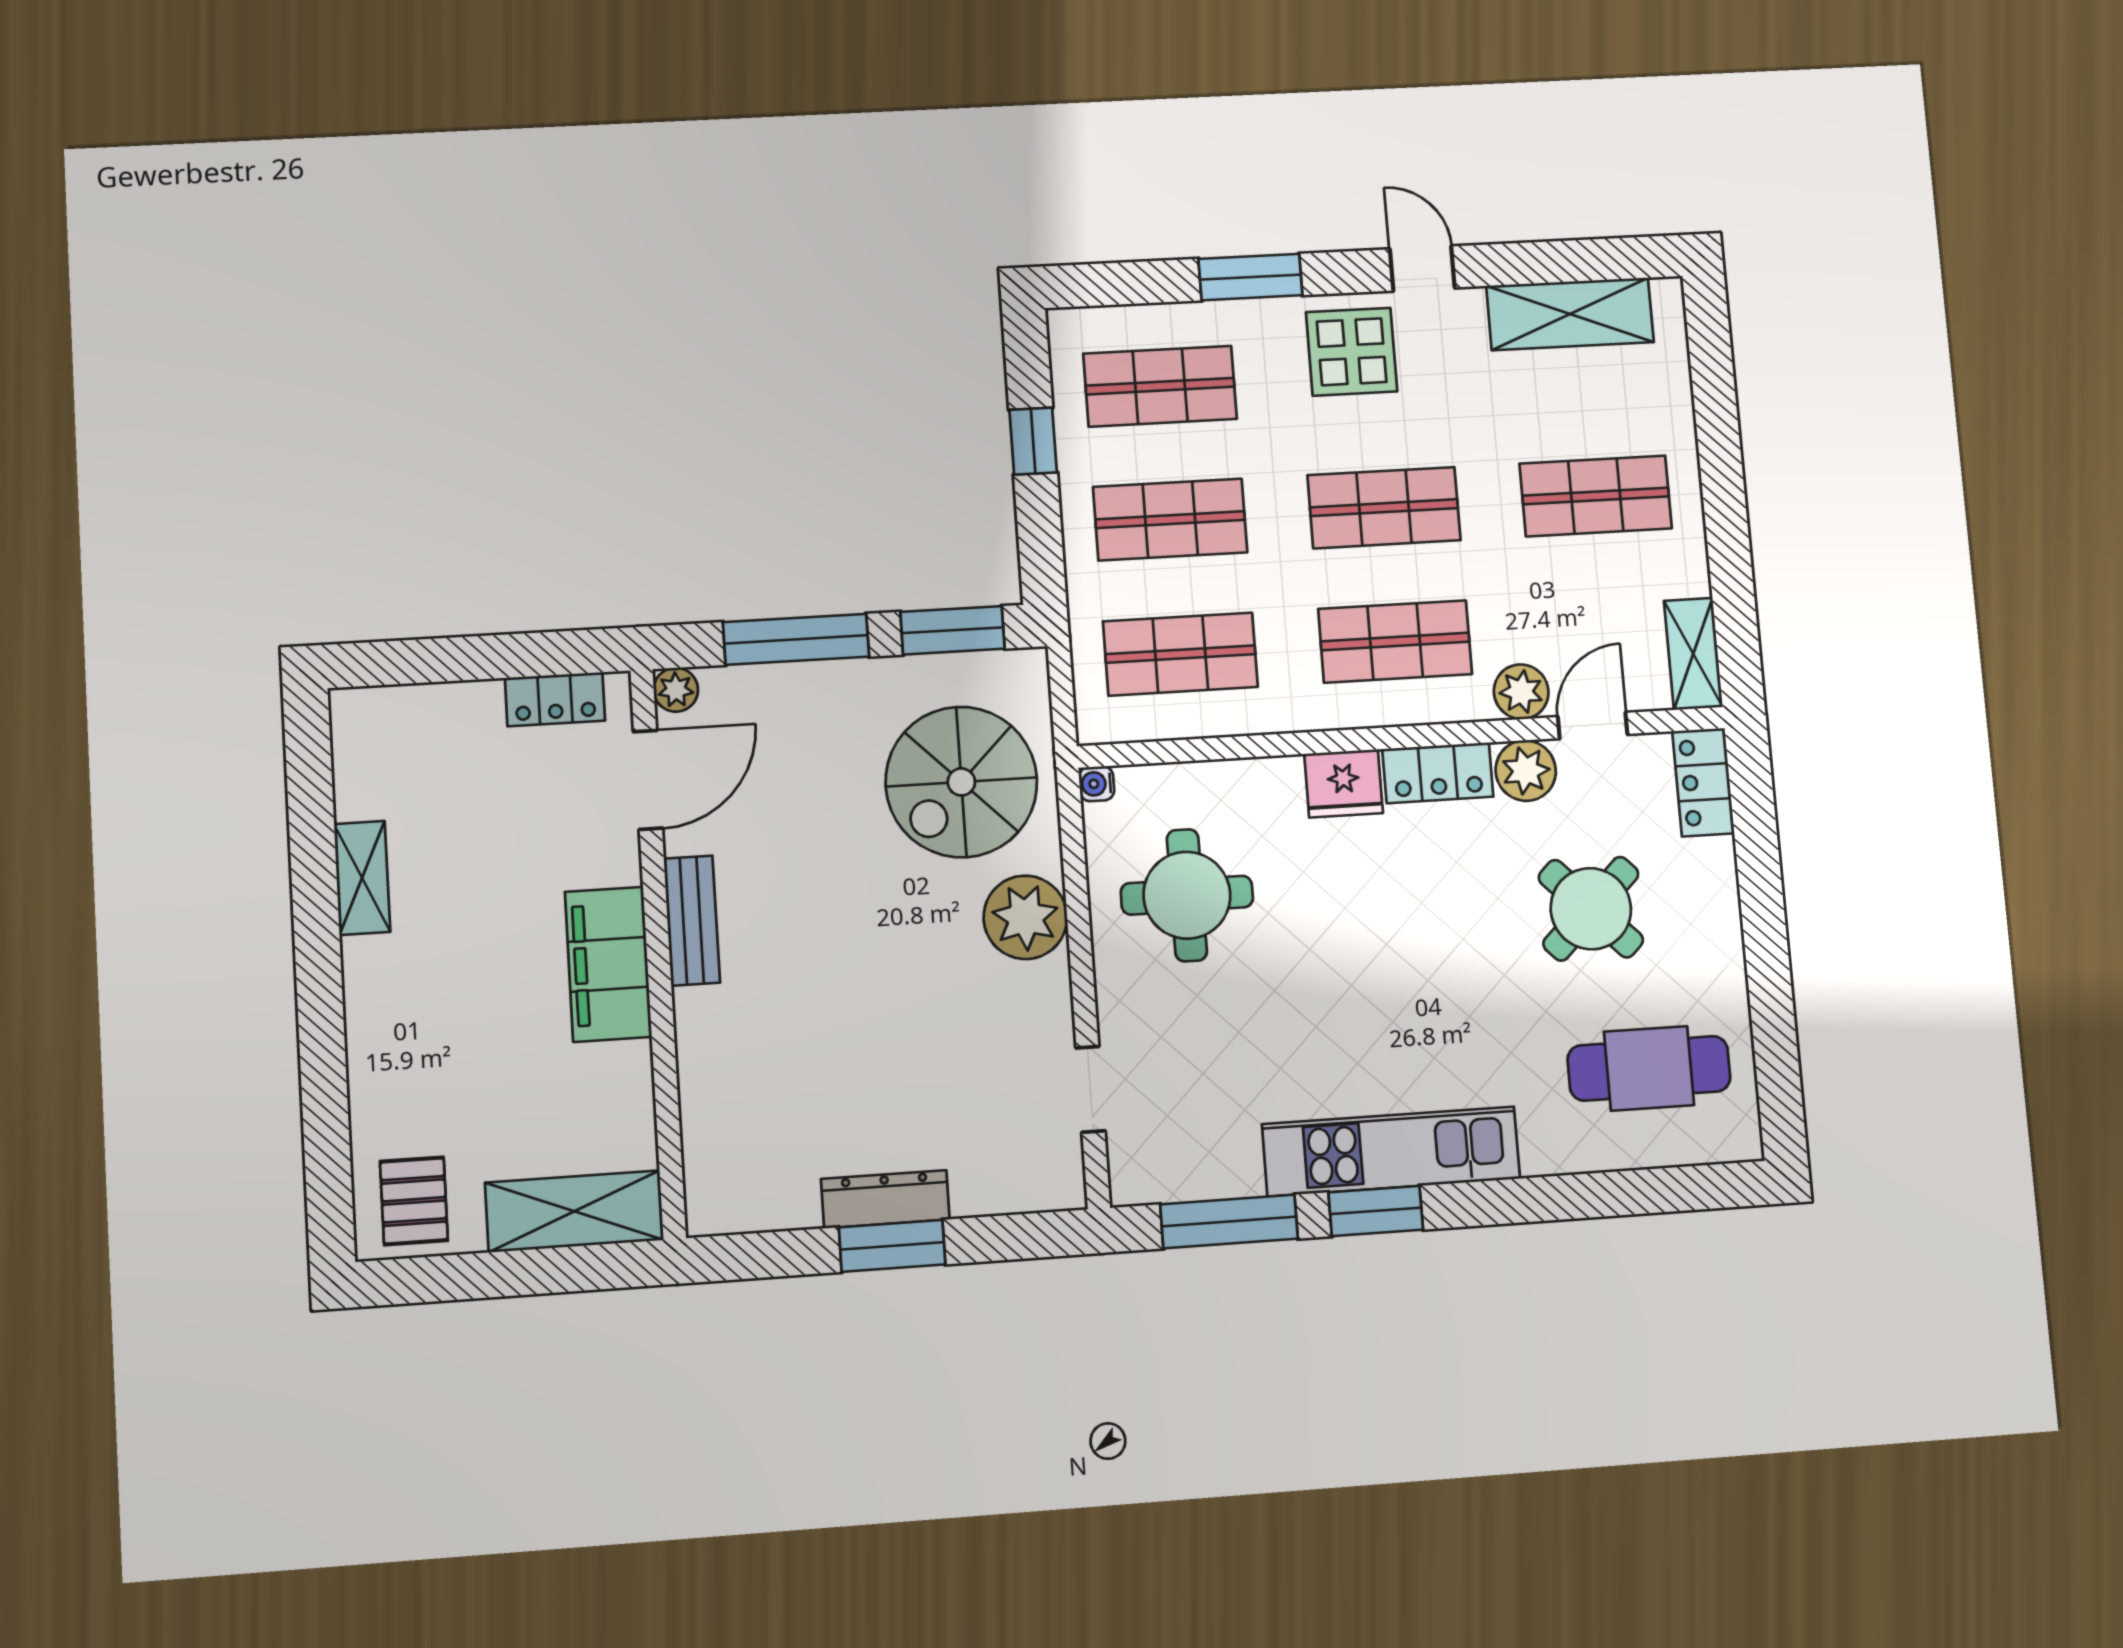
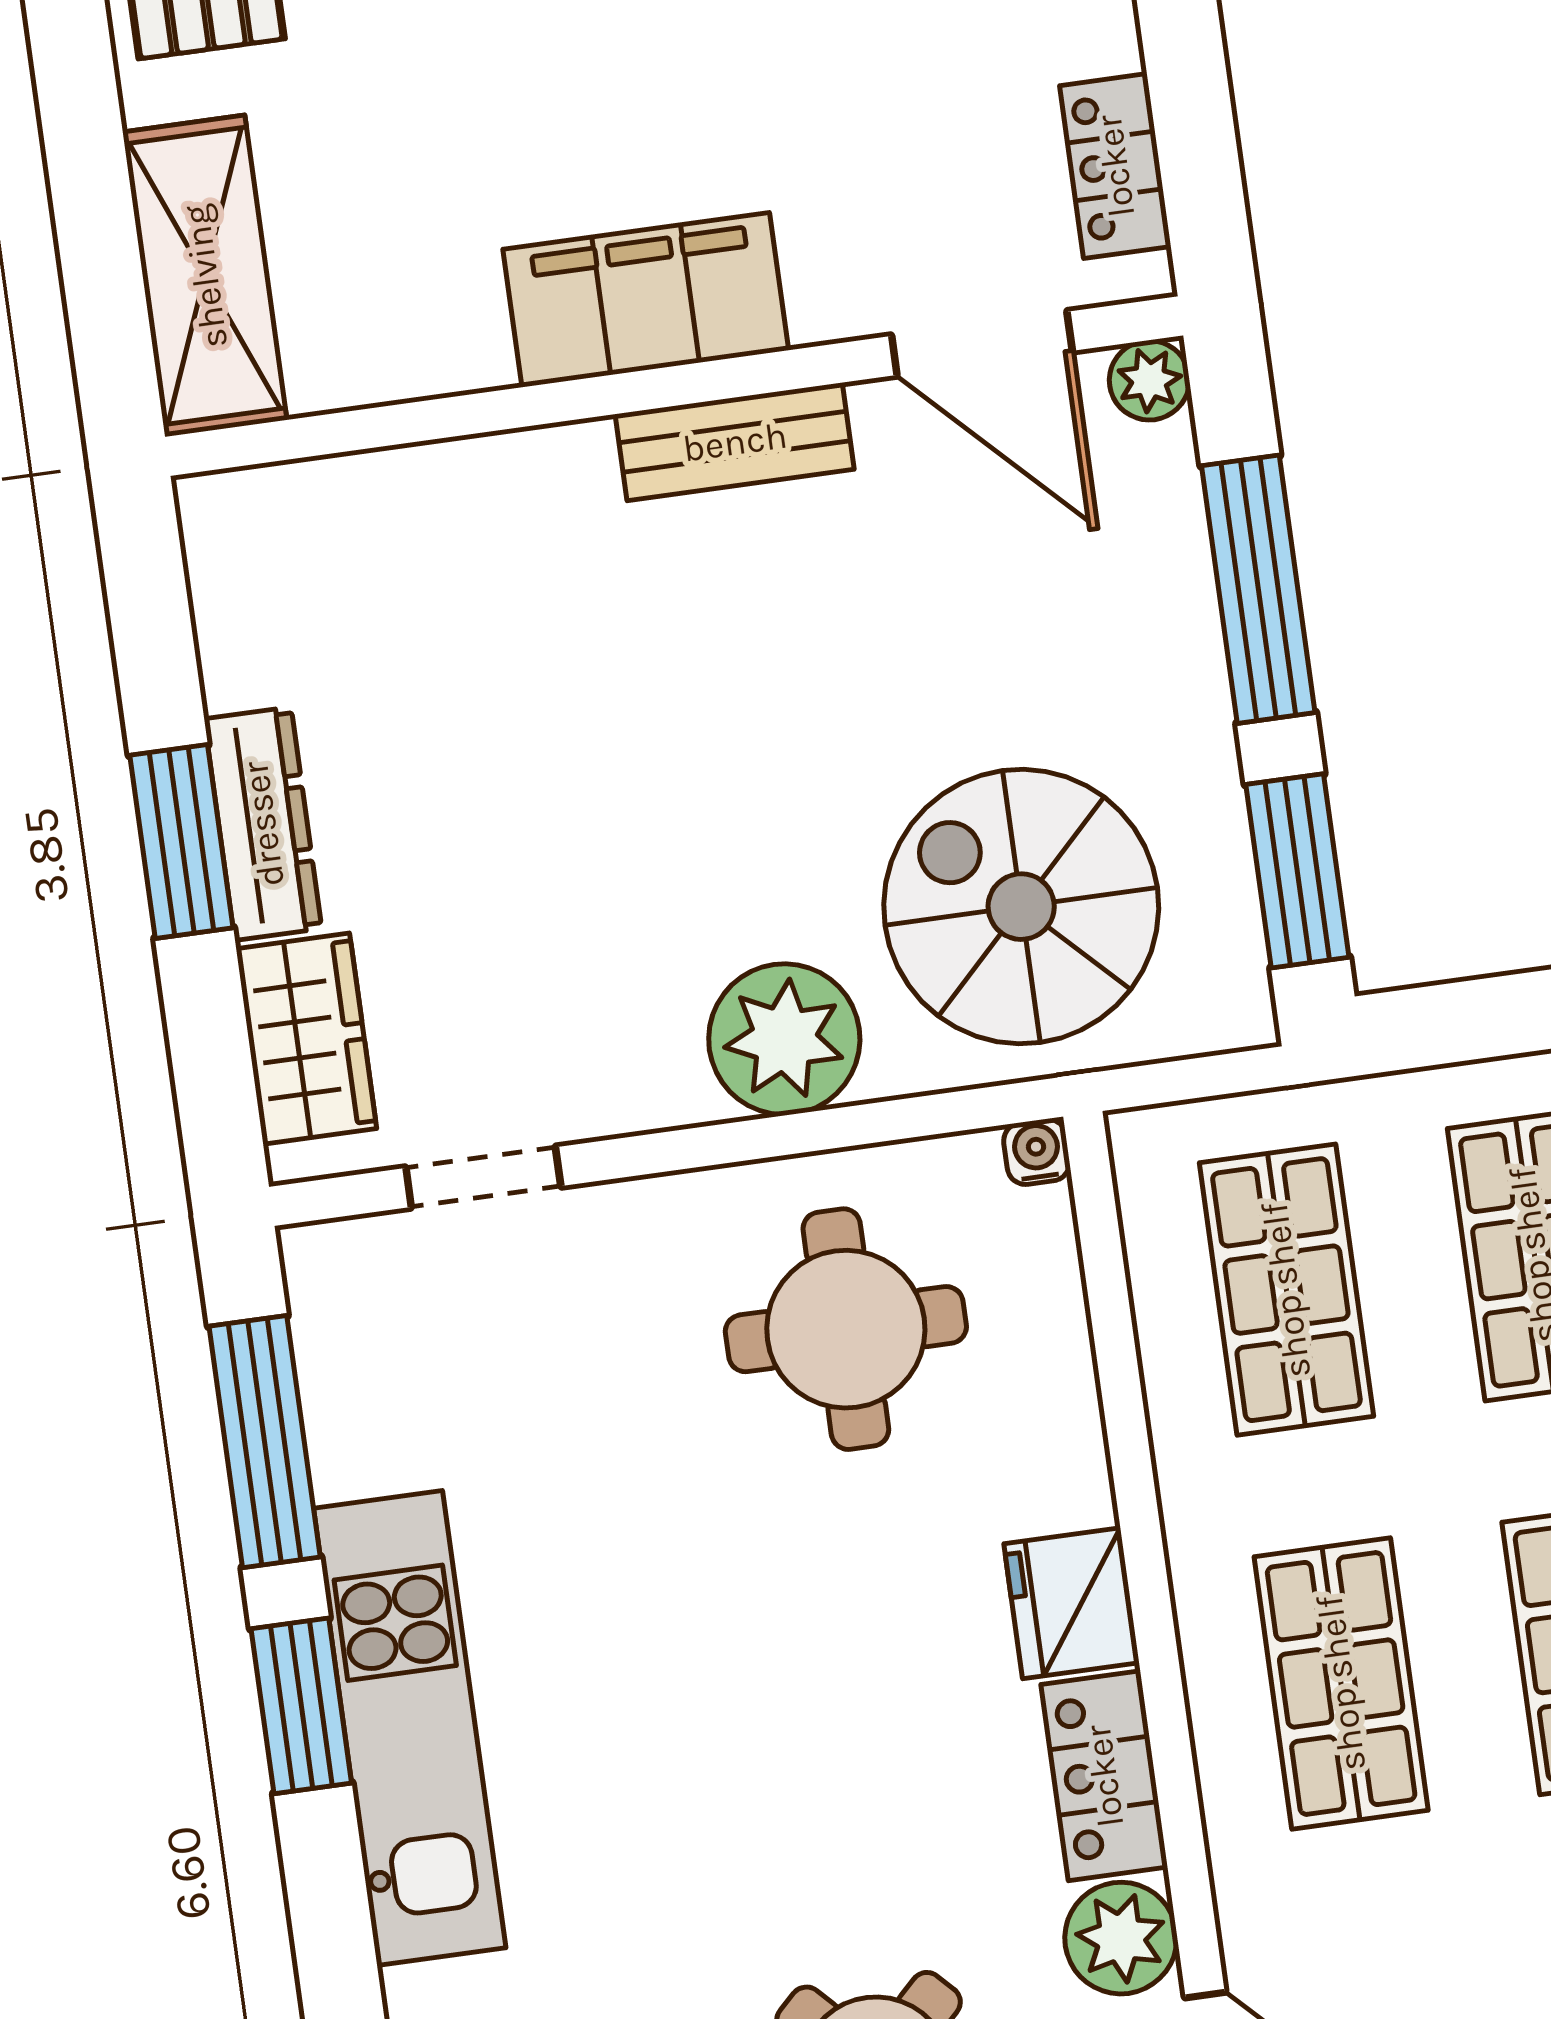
plant: (1521, 692) -> (1266, 1922), removed
wardrobe: (1007, 1183) -> (306, 1039), added

